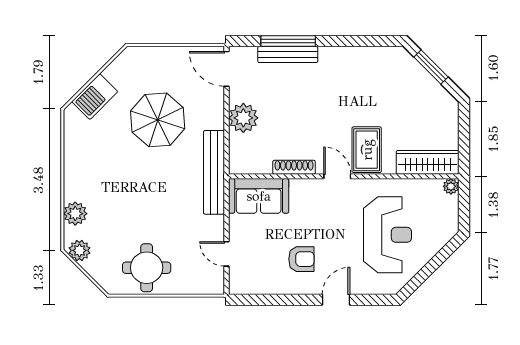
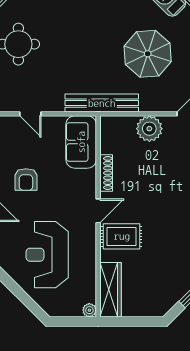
reception desk: (387, 235) -> (47, 255), turned 90
door: (226, 254) -> (30, 114), swing flipped

